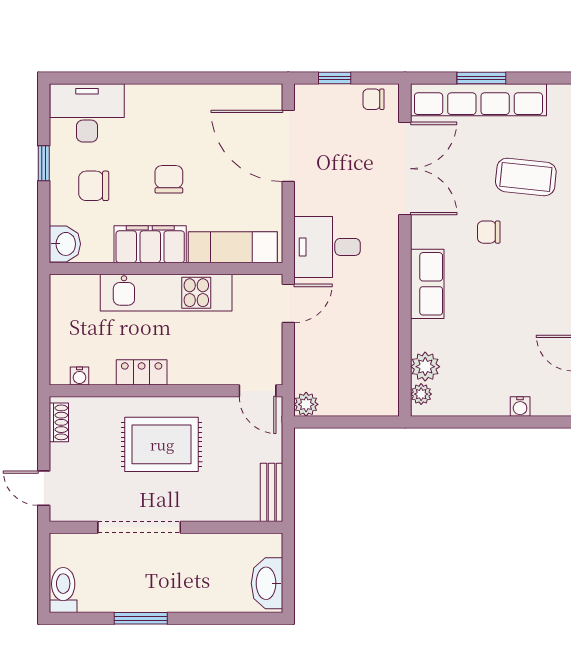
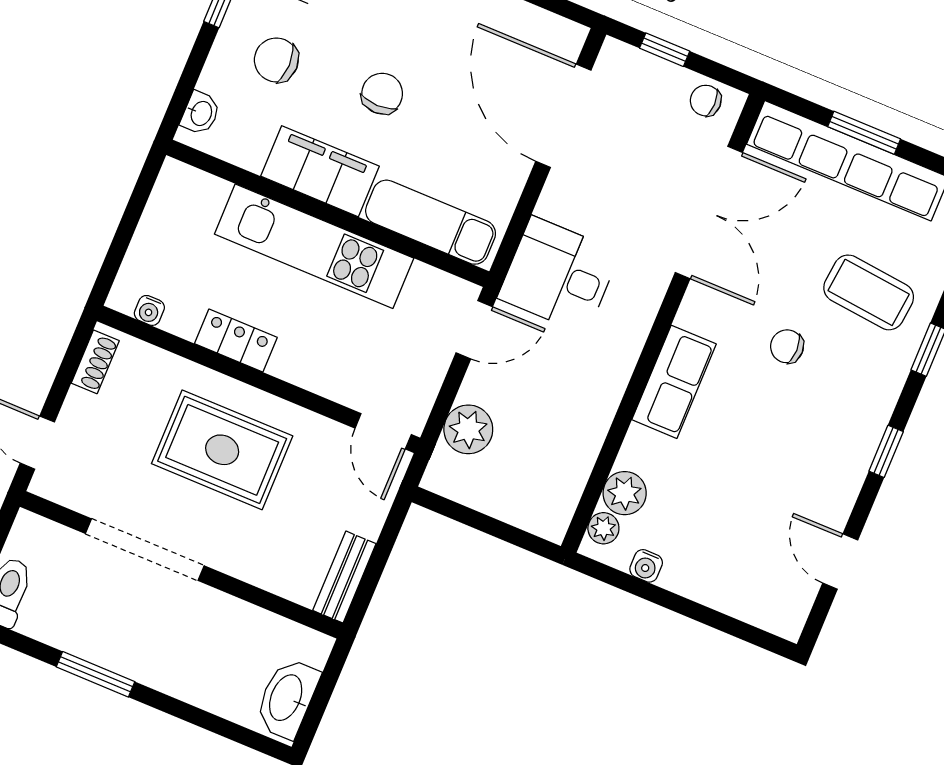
washbasin: (65, 244) -> (201, 113), width x0.72, depth x0.69
plant: (306, 404) -> (468, 429), moved, width x1.38, depth x1.38
water cooler: (520, 407) -> (646, 566), moved

